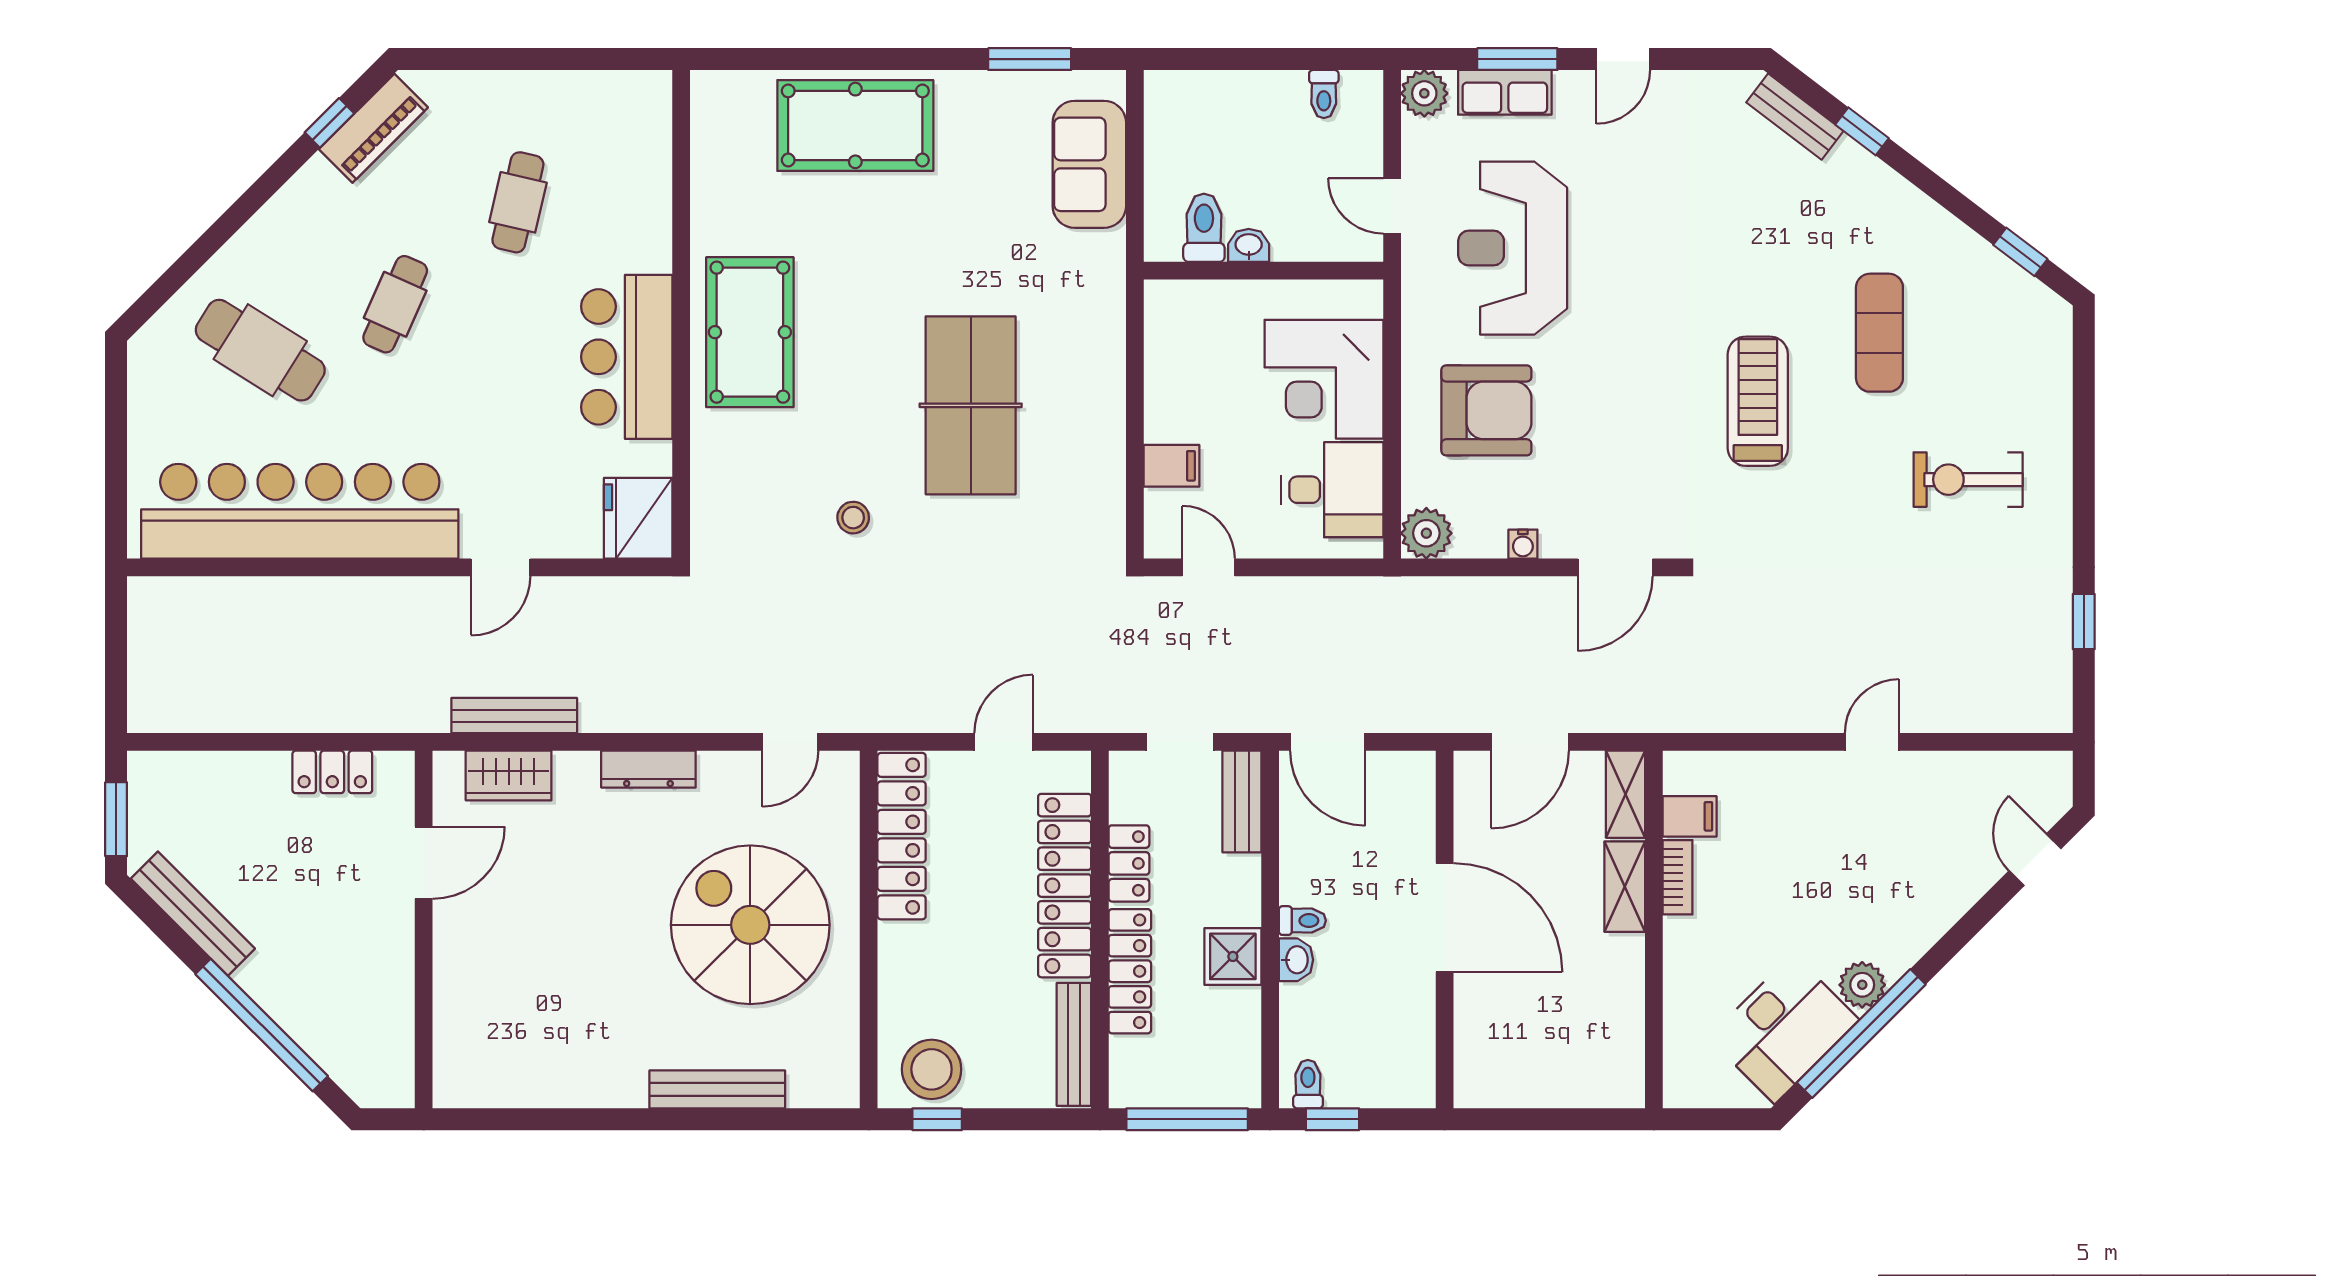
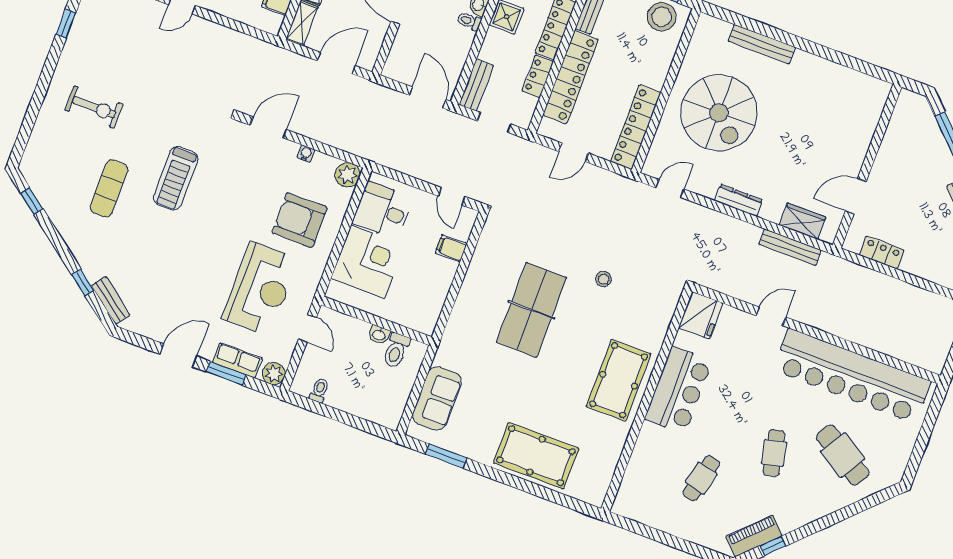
door: (1623, 59) -> (178, 355), width x1.38
cafe table: (395, 304) -> (774, 453), turned -36

